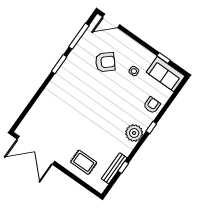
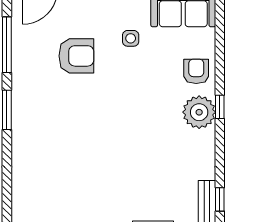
armchair: (105, 62) -> (76, 56), turned 41
plant: (134, 133) -> (199, 112), moved

